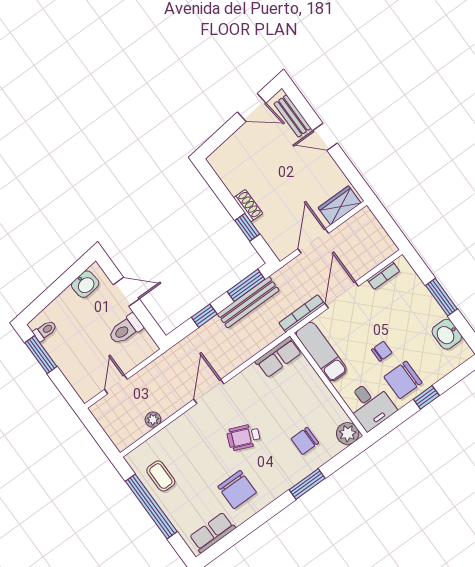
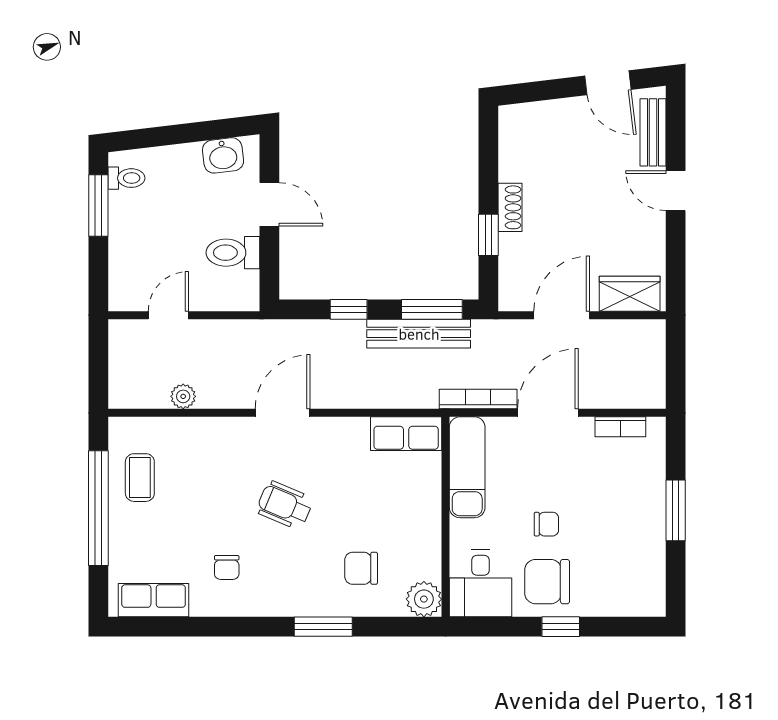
washbasin: (447, 334) -> (647, 564), removed
chair: (237, 489) -> (227, 567), width x0.54, depth x0.54

